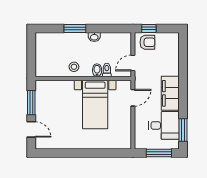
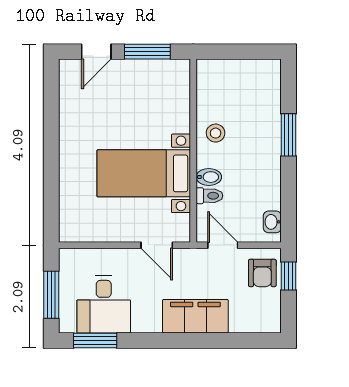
washbasin: (94, 37) -> (272, 222), moved
filing cabinet: (170, 93) -> (195, 316), moved

